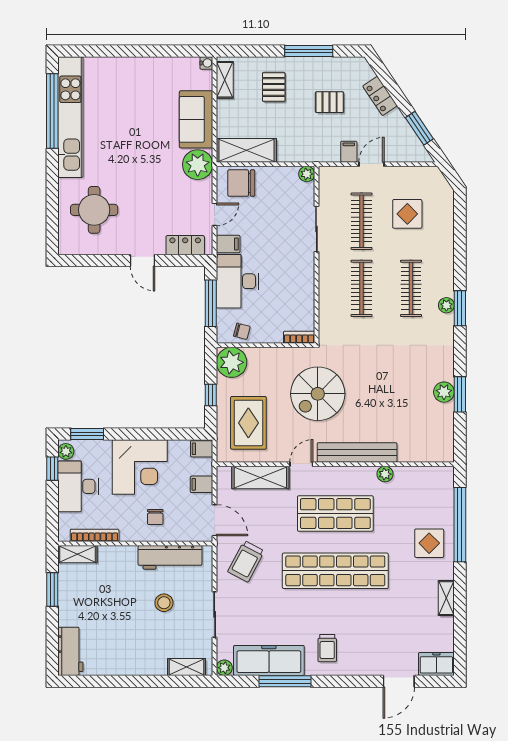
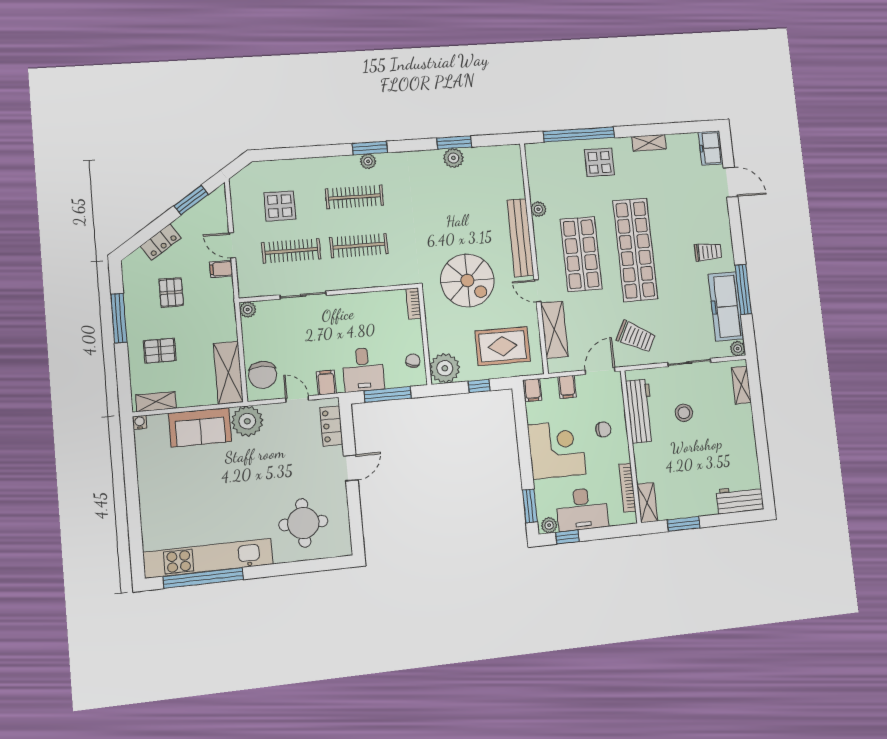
desk: (238, 281) -> (363, 370), width x0.73

